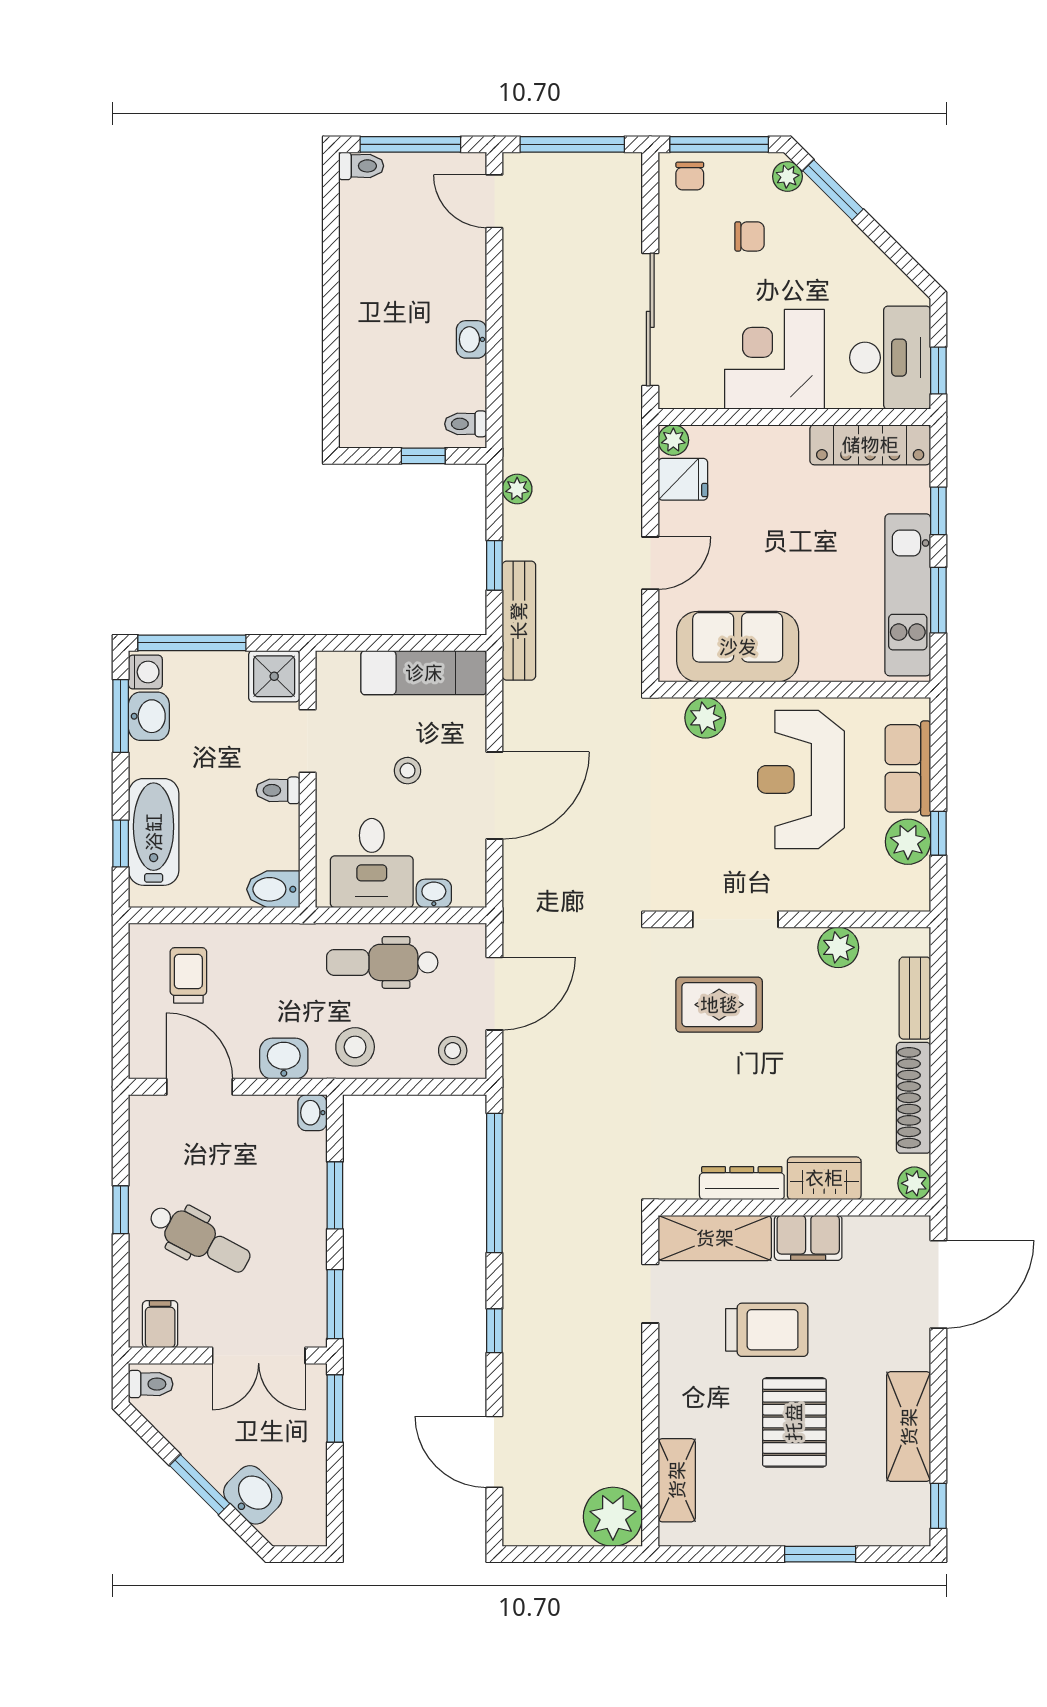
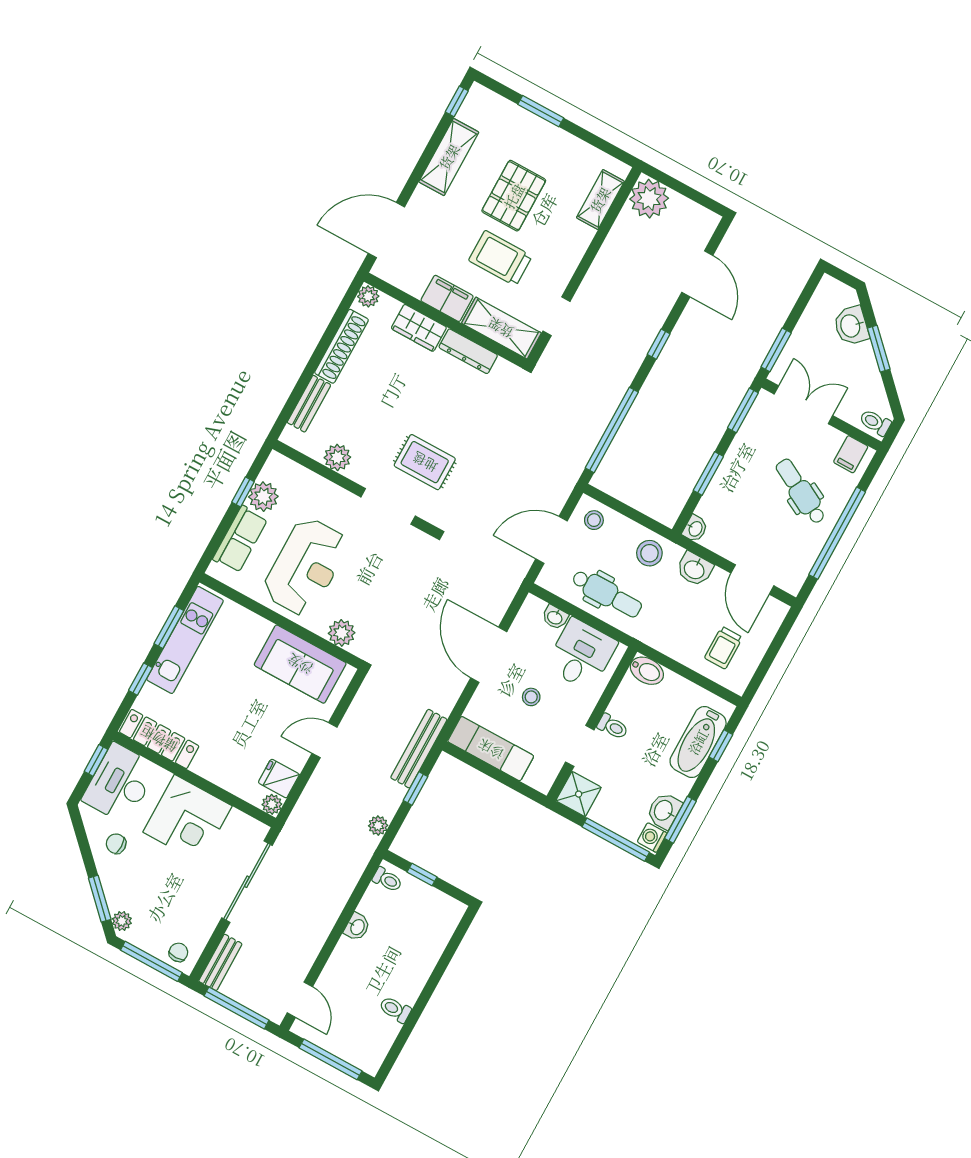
toilet: (361, 166) -> (395, 1009), moved
bench: (627, 193) -> (220, 962), added
chair: (750, 236) -> (116, 844), moved
door: (494, 796) -> (489, 655), hinge flipped
window: (121, 1210) -> (837, 533), width x3.17

